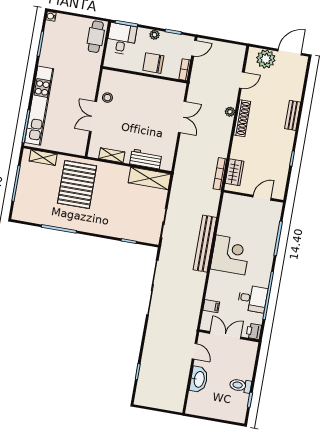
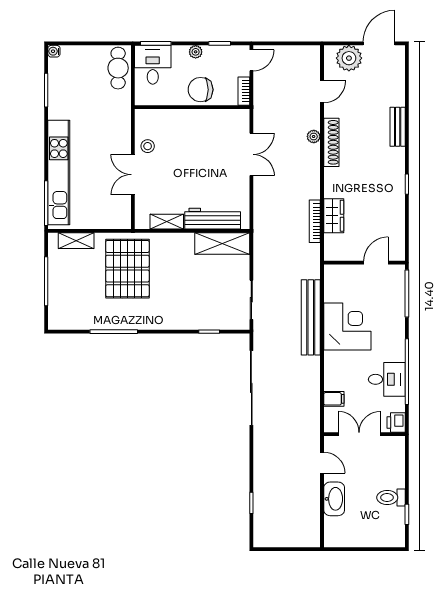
workbench: (146, 159) -> (213, 219), width x1.38
wall: (254, 196) -> (364, 263), moved
door: (262, 198) -> (376, 263), moved

